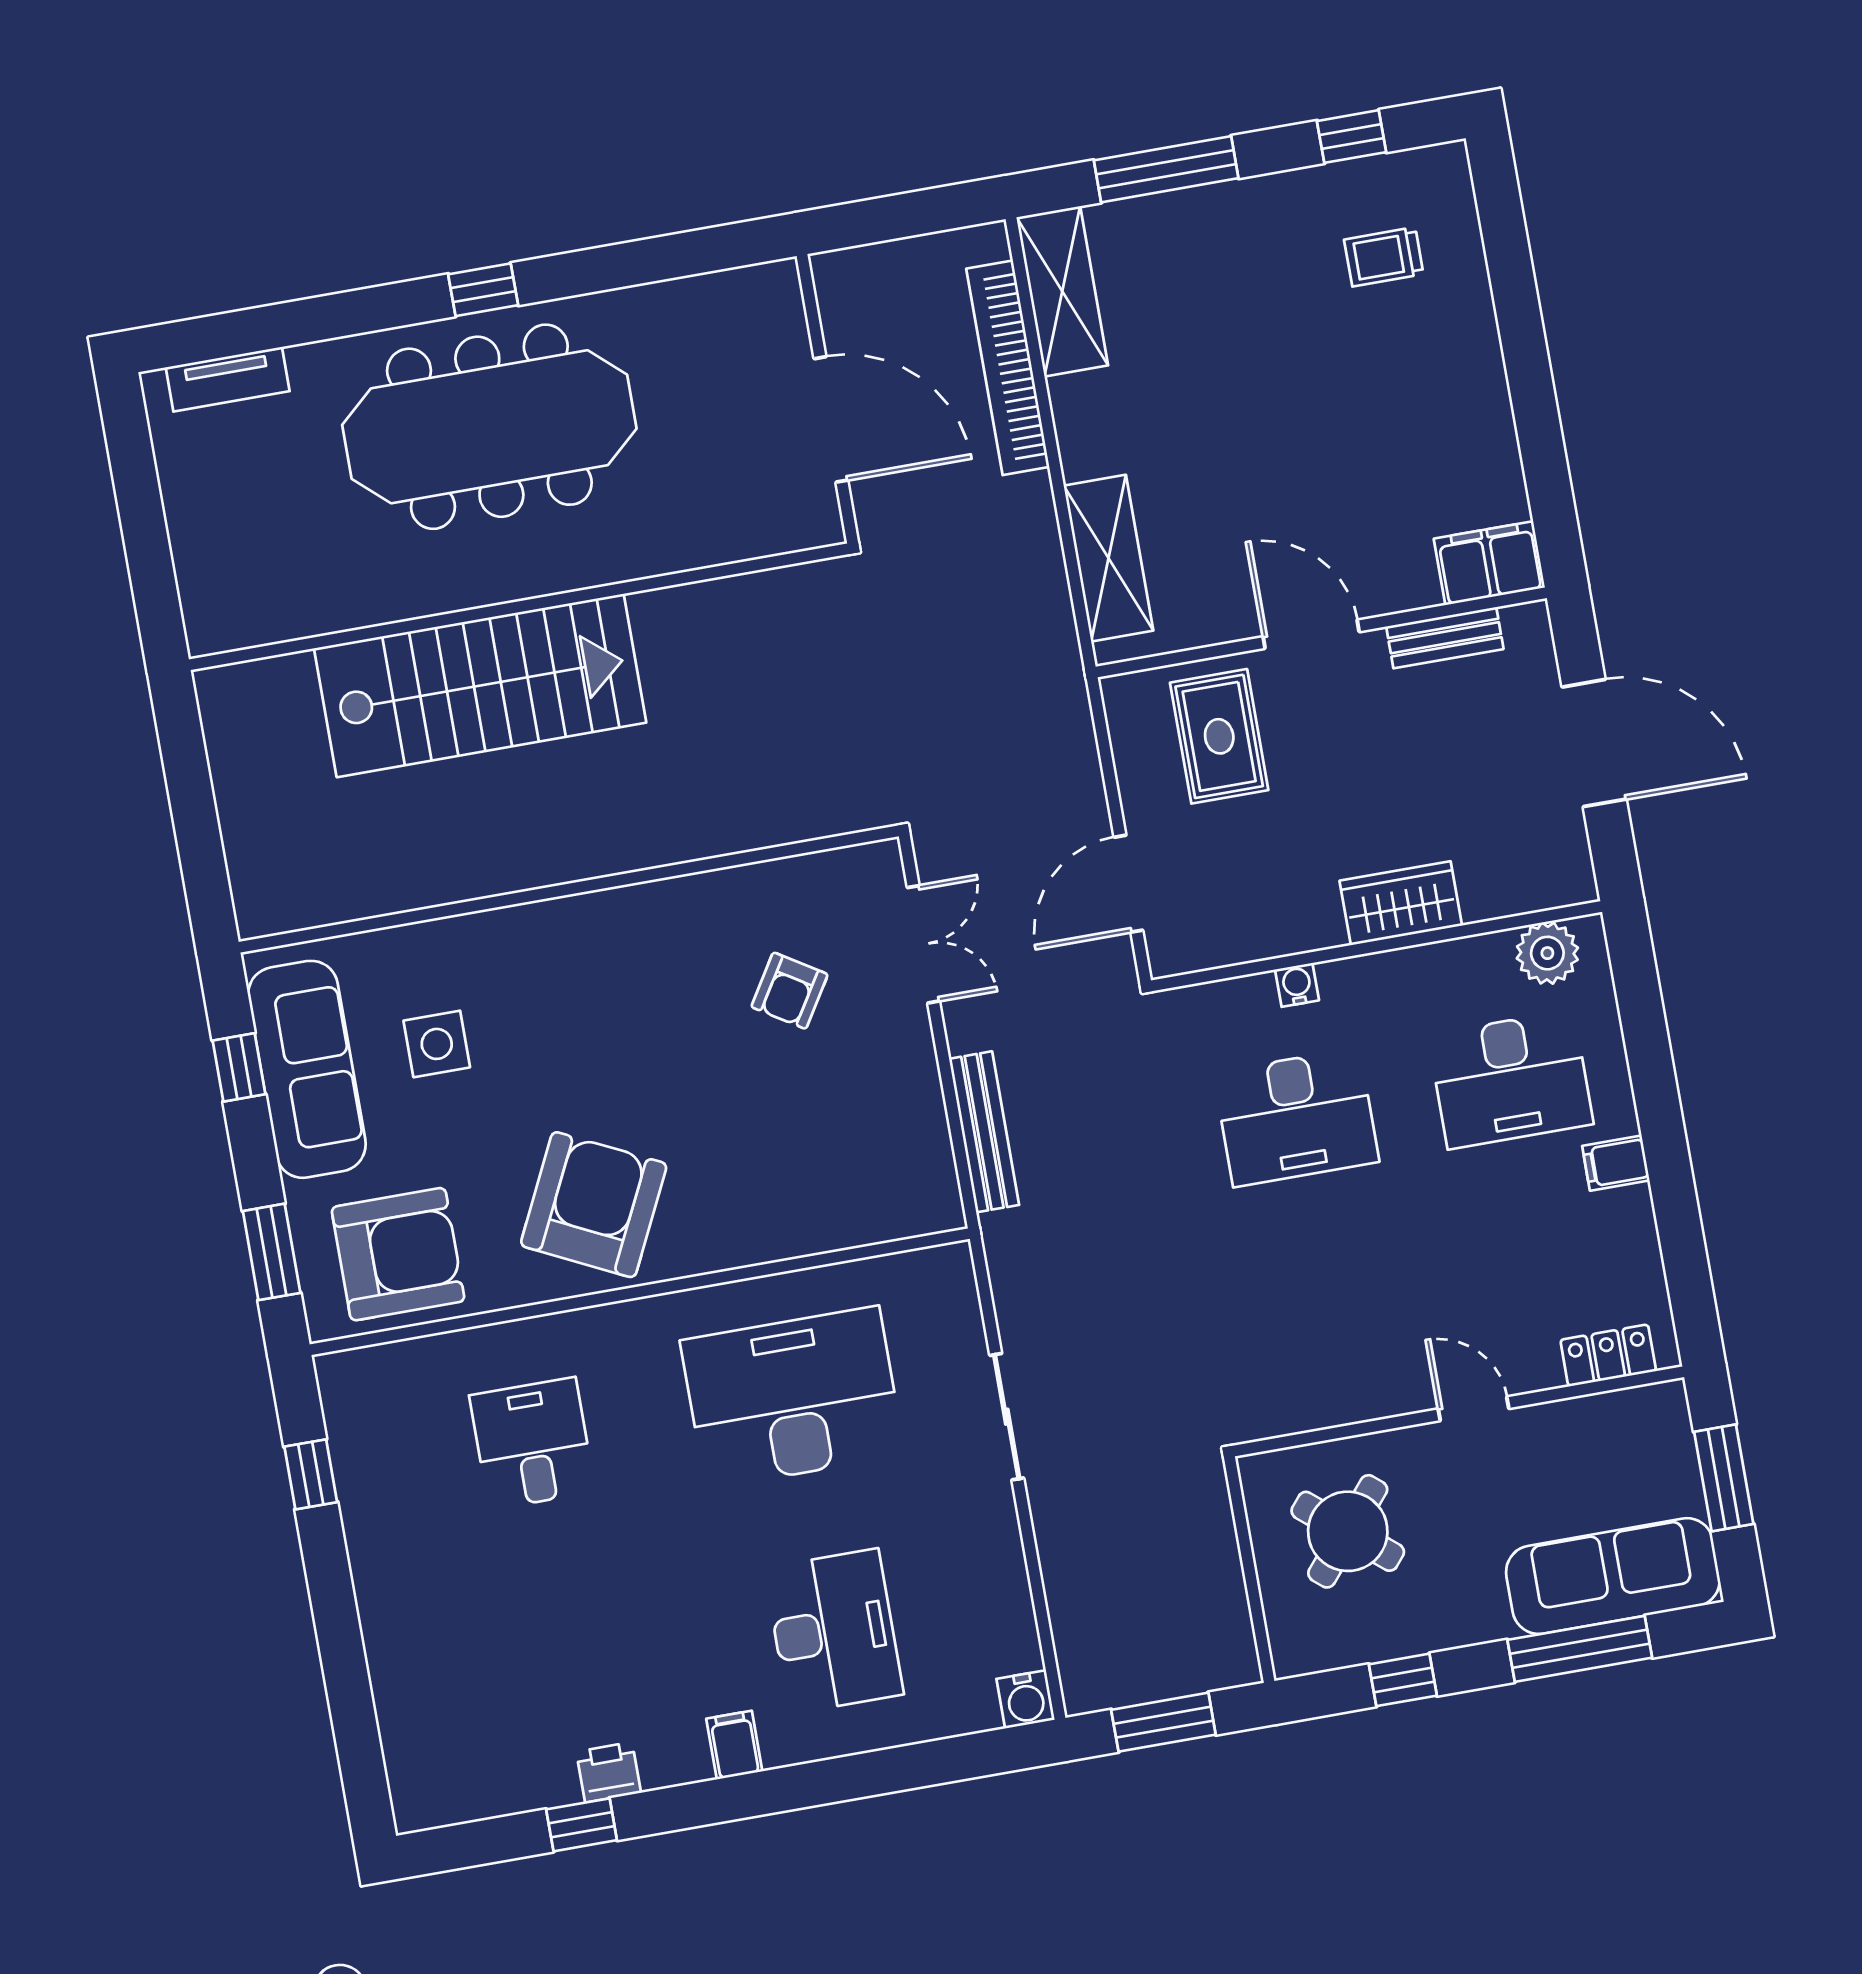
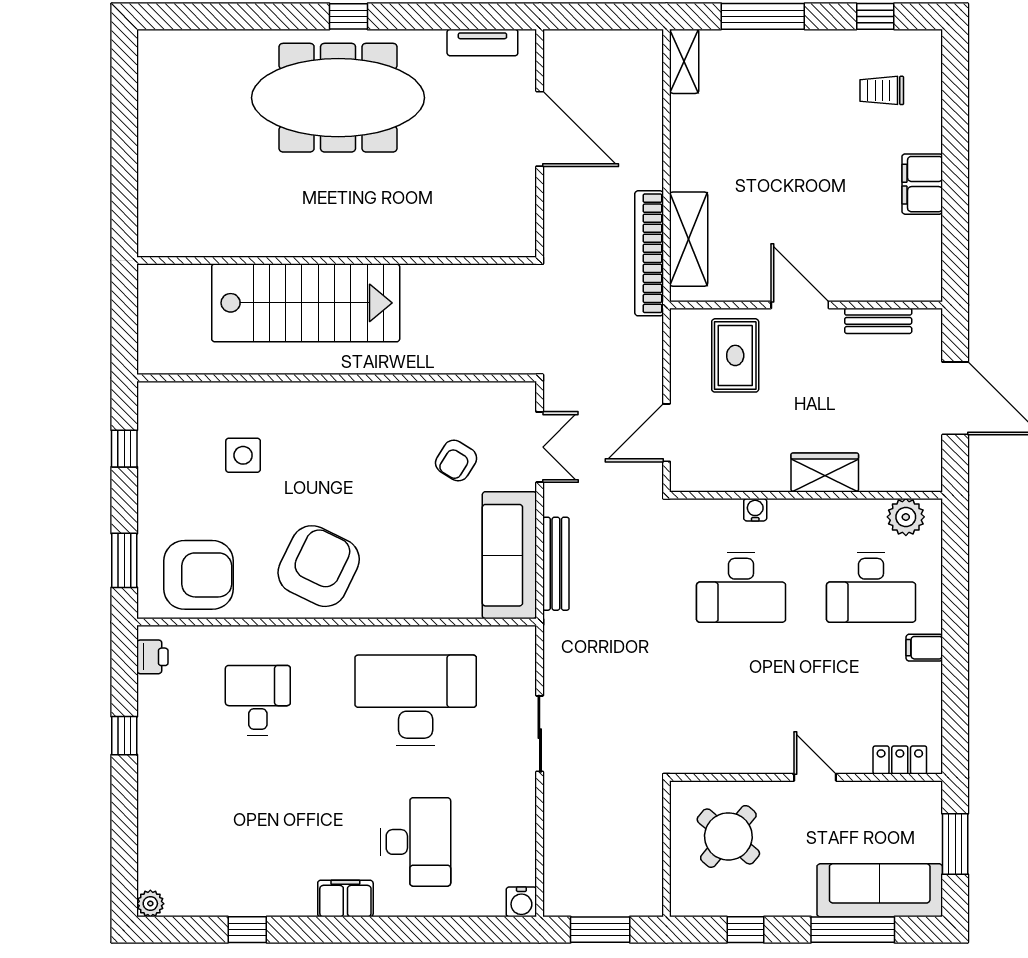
shelving: (1062, 291) -> (684, 61), width x0.67, depth x0.75
bookcase: (1008, 368) -> (649, 253), moved
tv unit: (228, 379) -> (482, 43), moved
filing cabinet: (1489, 563) -> (922, 184), moved, turned -90
wall: (519, 607) -> (337, 261), moved
stairs: (480, 686) -> (306, 303), moved
sofa: (307, 1069) -> (509, 555), moved, turned 180
window: (311, 1474) -> (124, 736), moved
filing cabinet: (734, 1745) -> (345, 898), width x2.00
printer: (609, 1772) -> (152, 657), moved, turned 90
plant: (414, 1810) -> (150, 904), added

